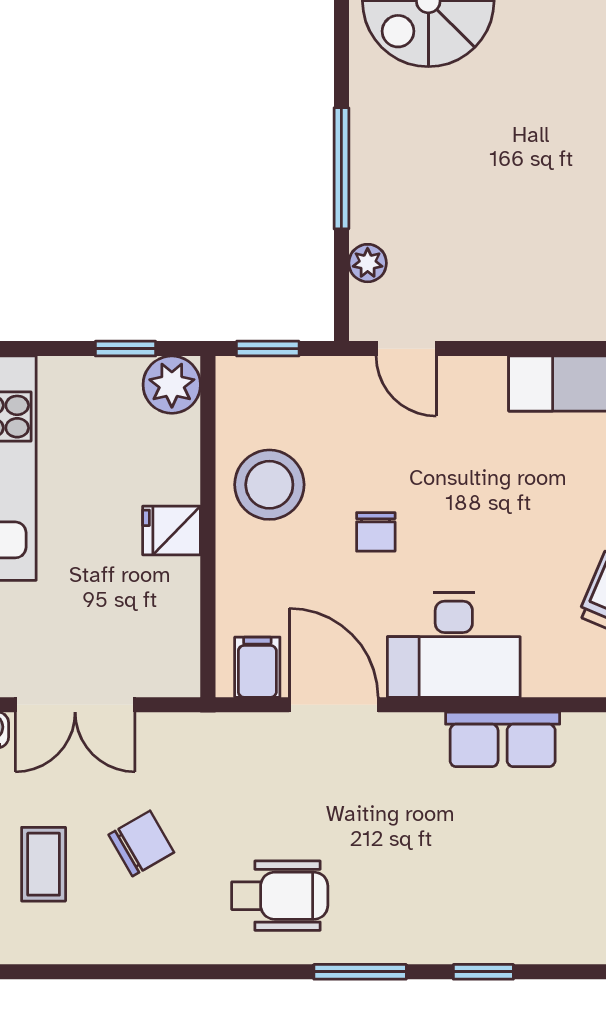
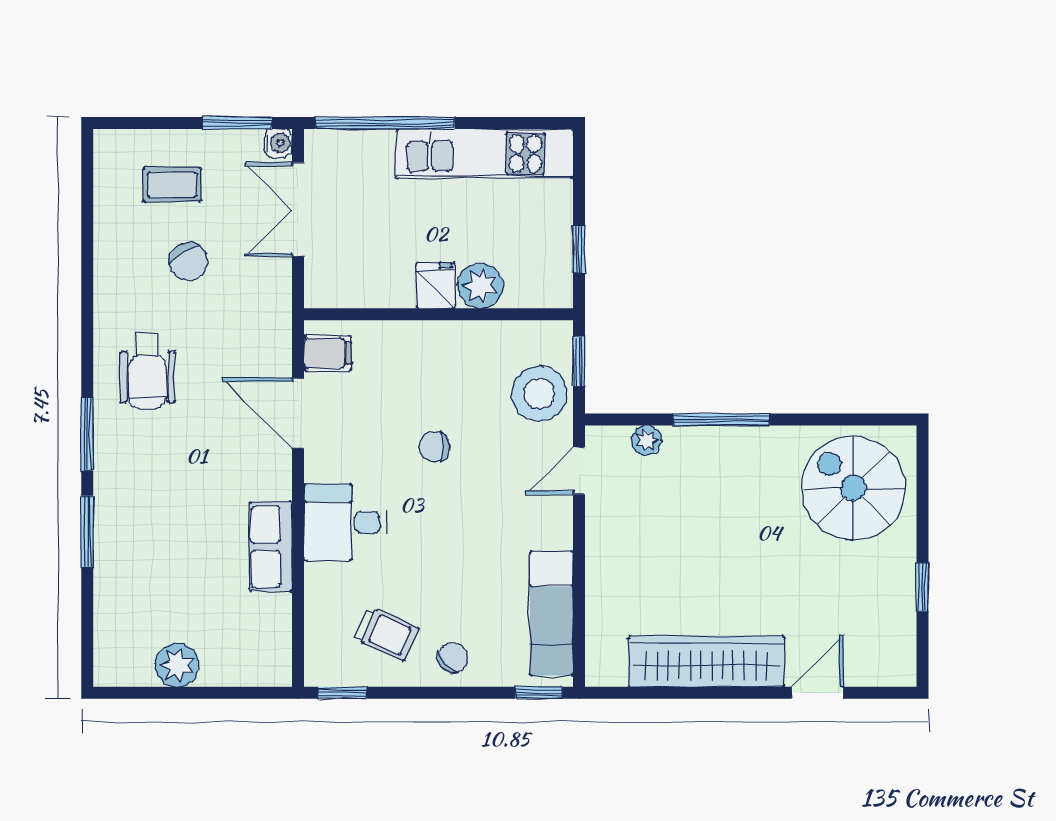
plant: (172, 385) -> (480, 286), moved
stool: (269, 485) -> (539, 394), moved
desk: (454, 645) -> (345, 522), width x0.73
door: (334, 705) -> (298, 413), swing flipped
window: (483, 972) -> (87, 531), width x1.50

